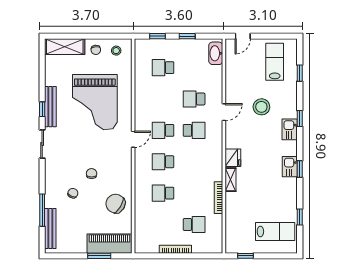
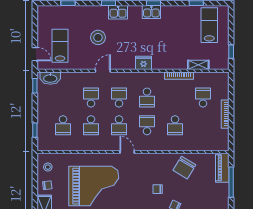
window: (187, 36) -> (35, 86), moved
lab bench: (275, 62) -> (60, 46), moved, turned 90
school desk: (163, 99) -> (91, 125), added
school desk: (194, 99) -> (91, 98), turned 180
door: (224, 112) -> (103, 71), hinge flipped
school desk: (163, 162) -> (147, 125), turned 180
school desk: (194, 162) -> (147, 98), added
shelving: (231, 180) -> (198, 65), moved
piano: (109, 244) -> (222, 168), width x0.73, depth x0.75
window: (99, 256) -> (231, 182), width x1.44

